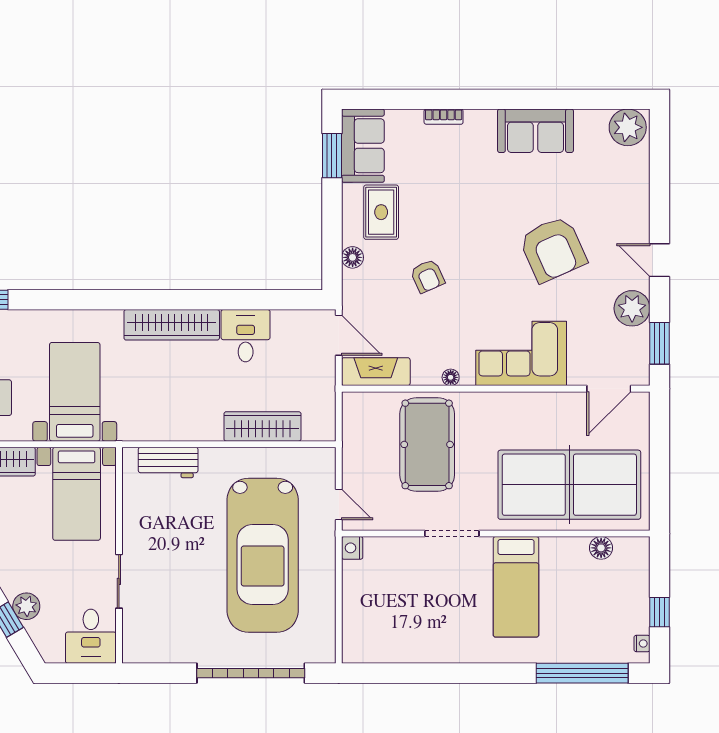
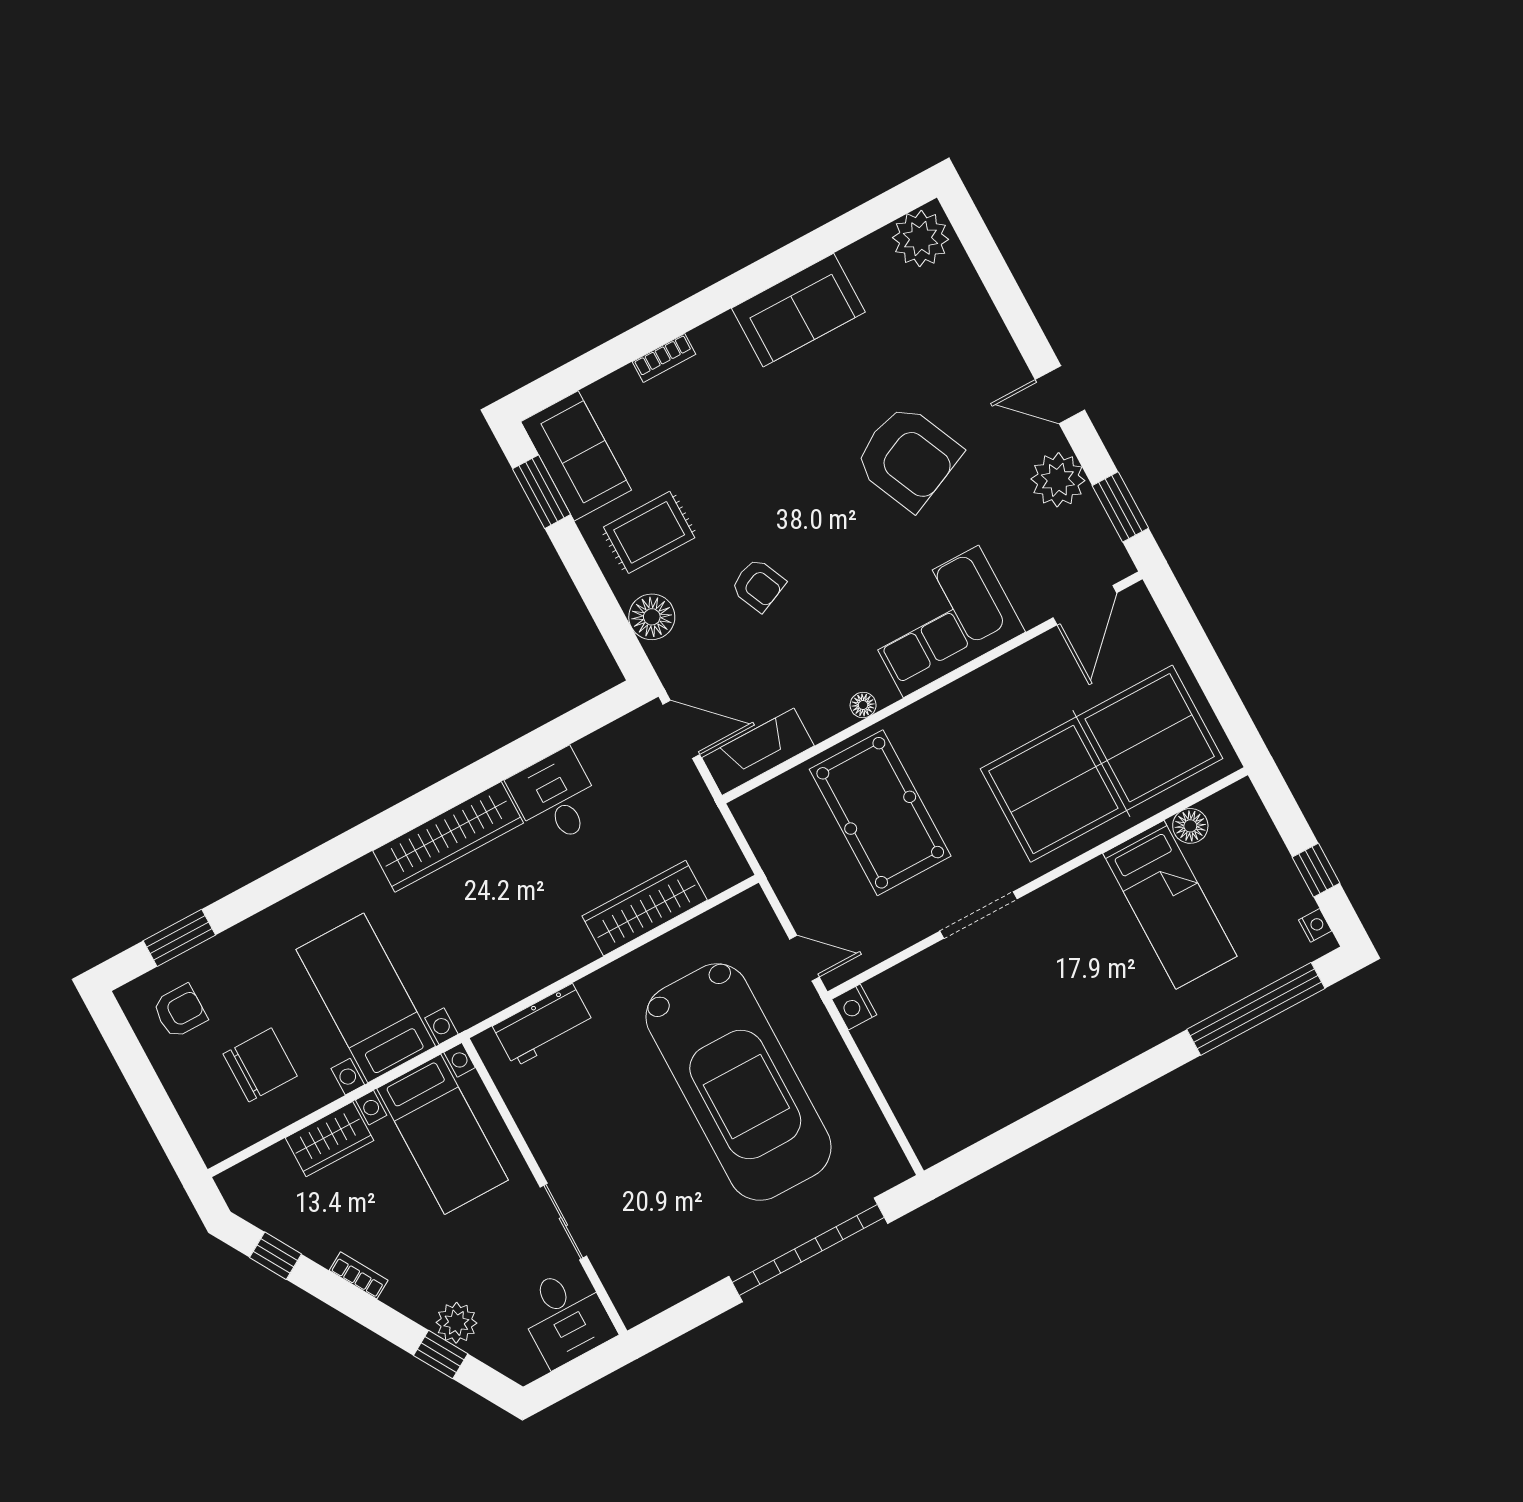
rug: (381, 212) -> (649, 532), turned 90
floor lamp: (353, 257) -> (652, 617), width x1.38, depth x1.38
bed: (516, 587) -> (1170, 905), moved

